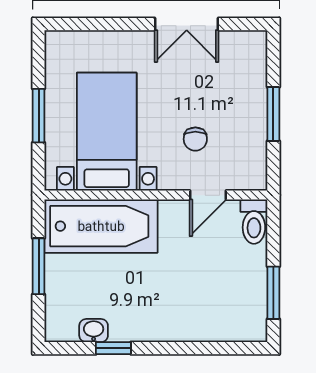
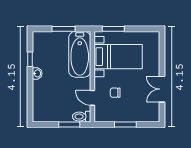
window: (39, 116) -> (113, 29), moved
window: (273, 293) -> (69, 124), moved
washbasin: (94, 331) -> (37, 73), moved

